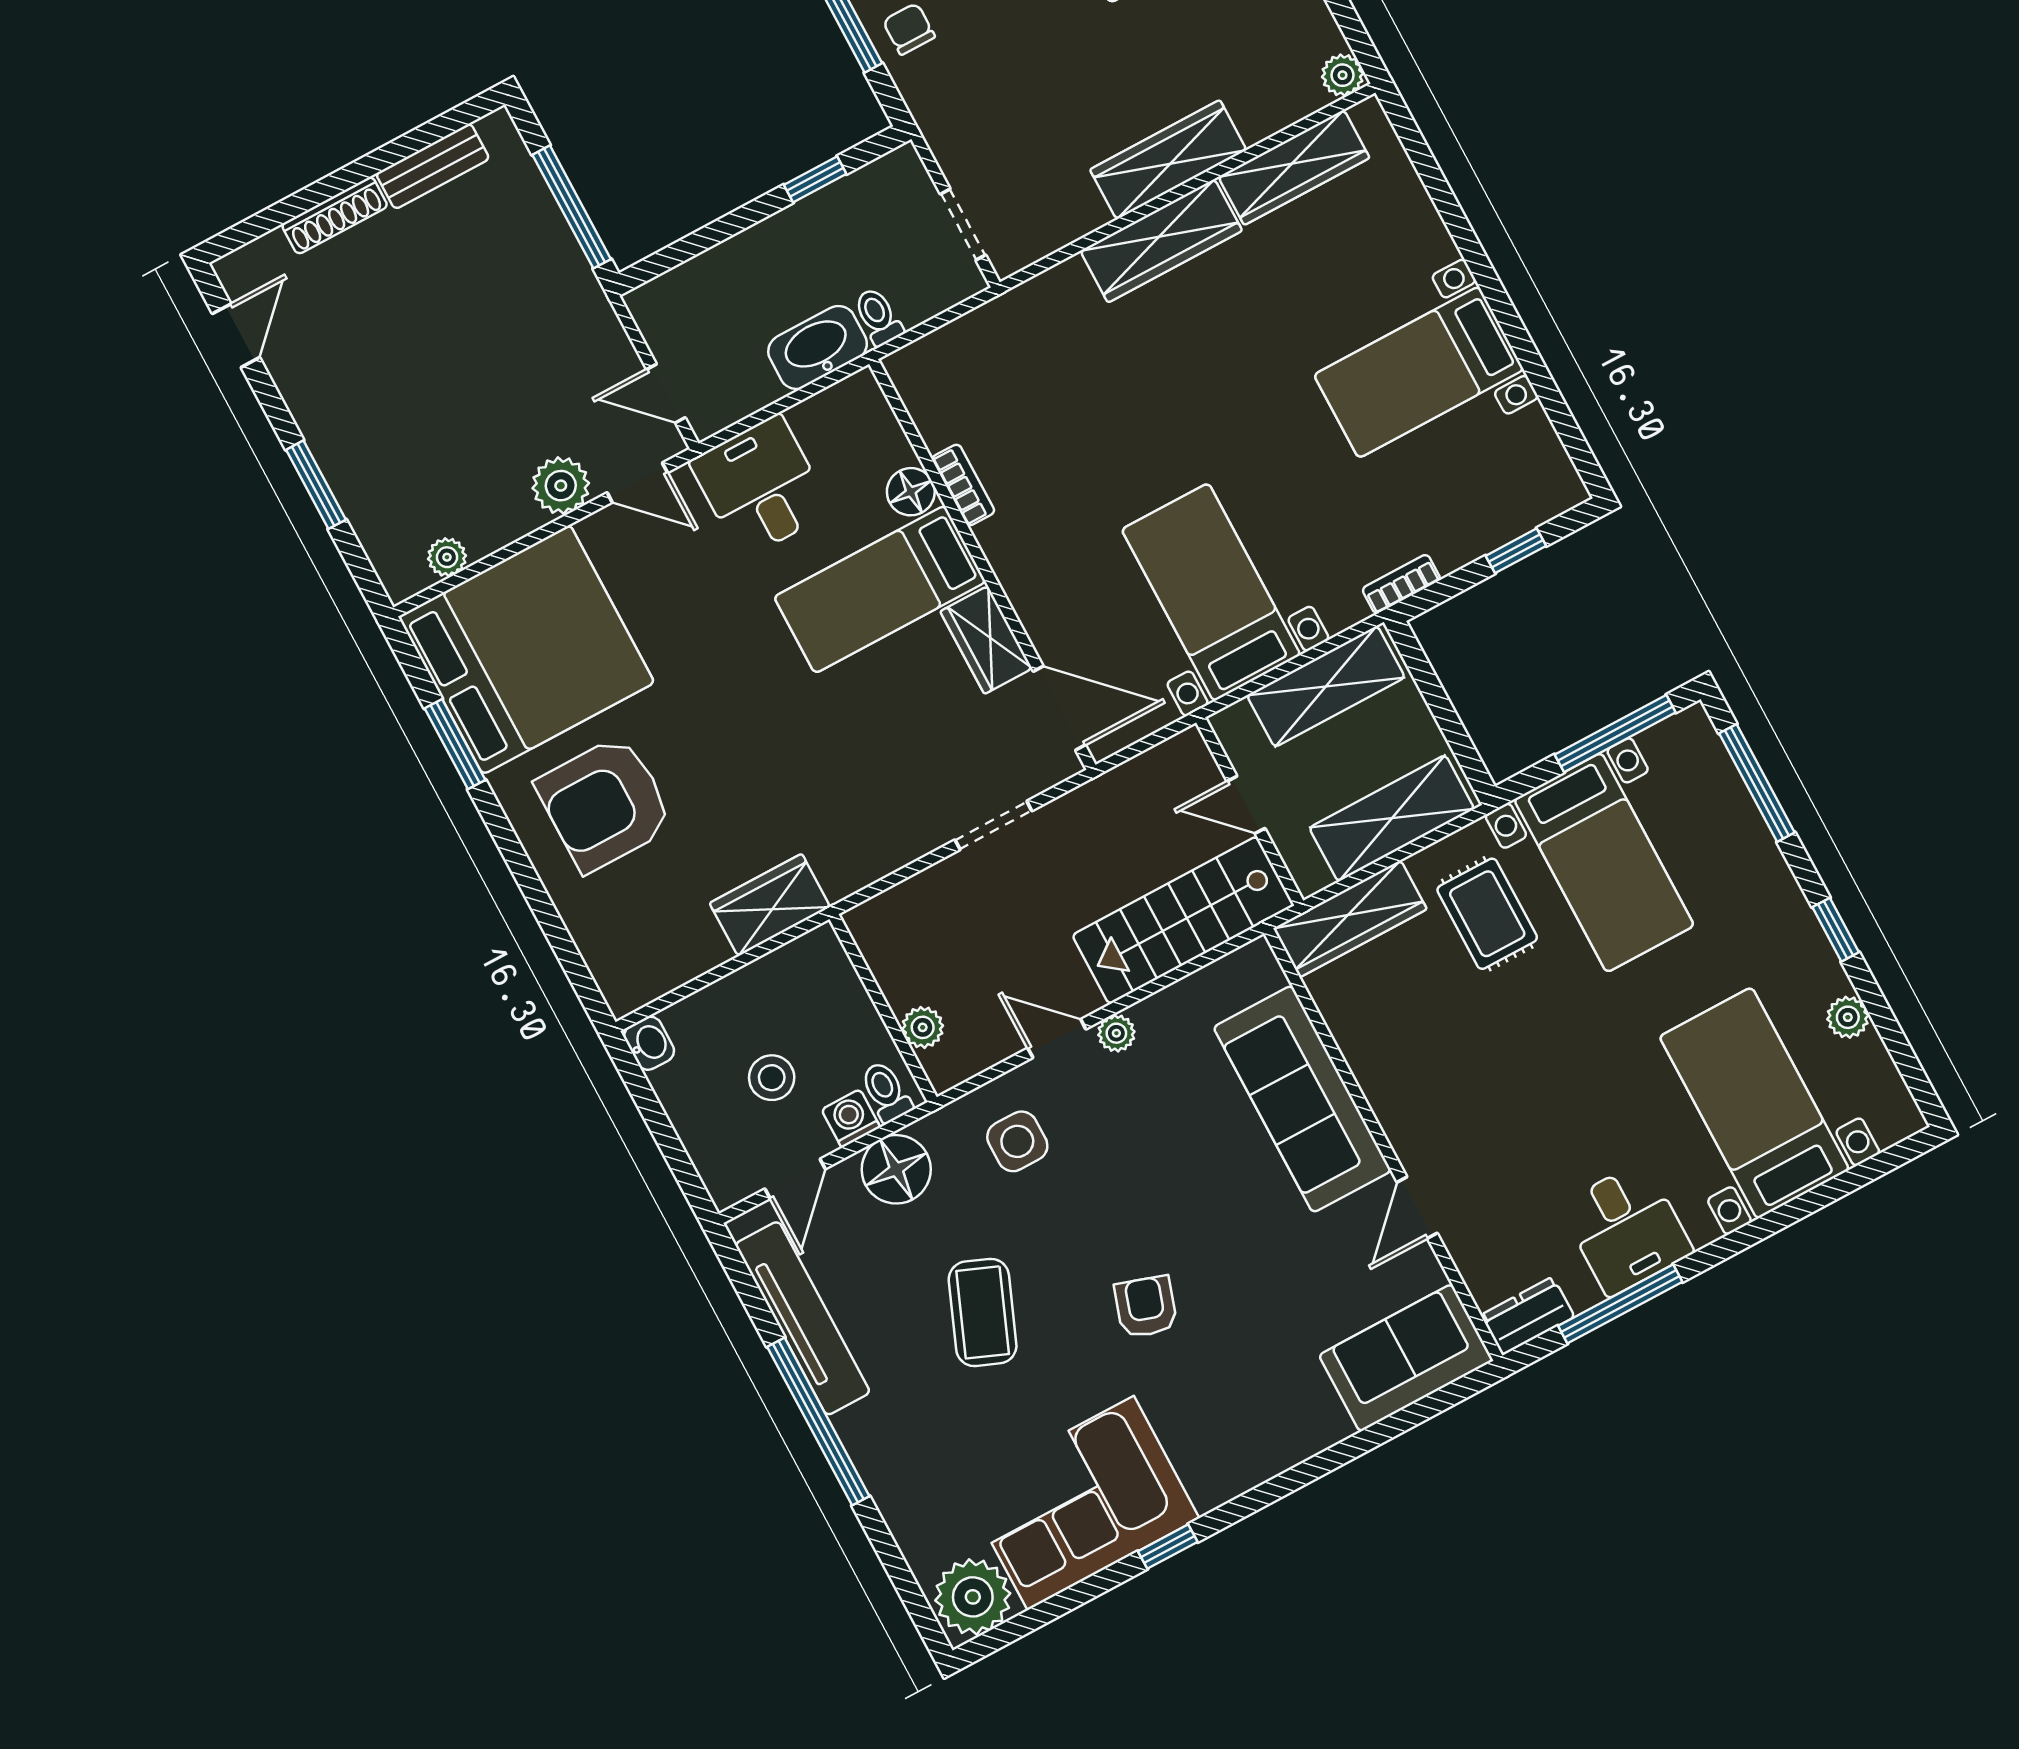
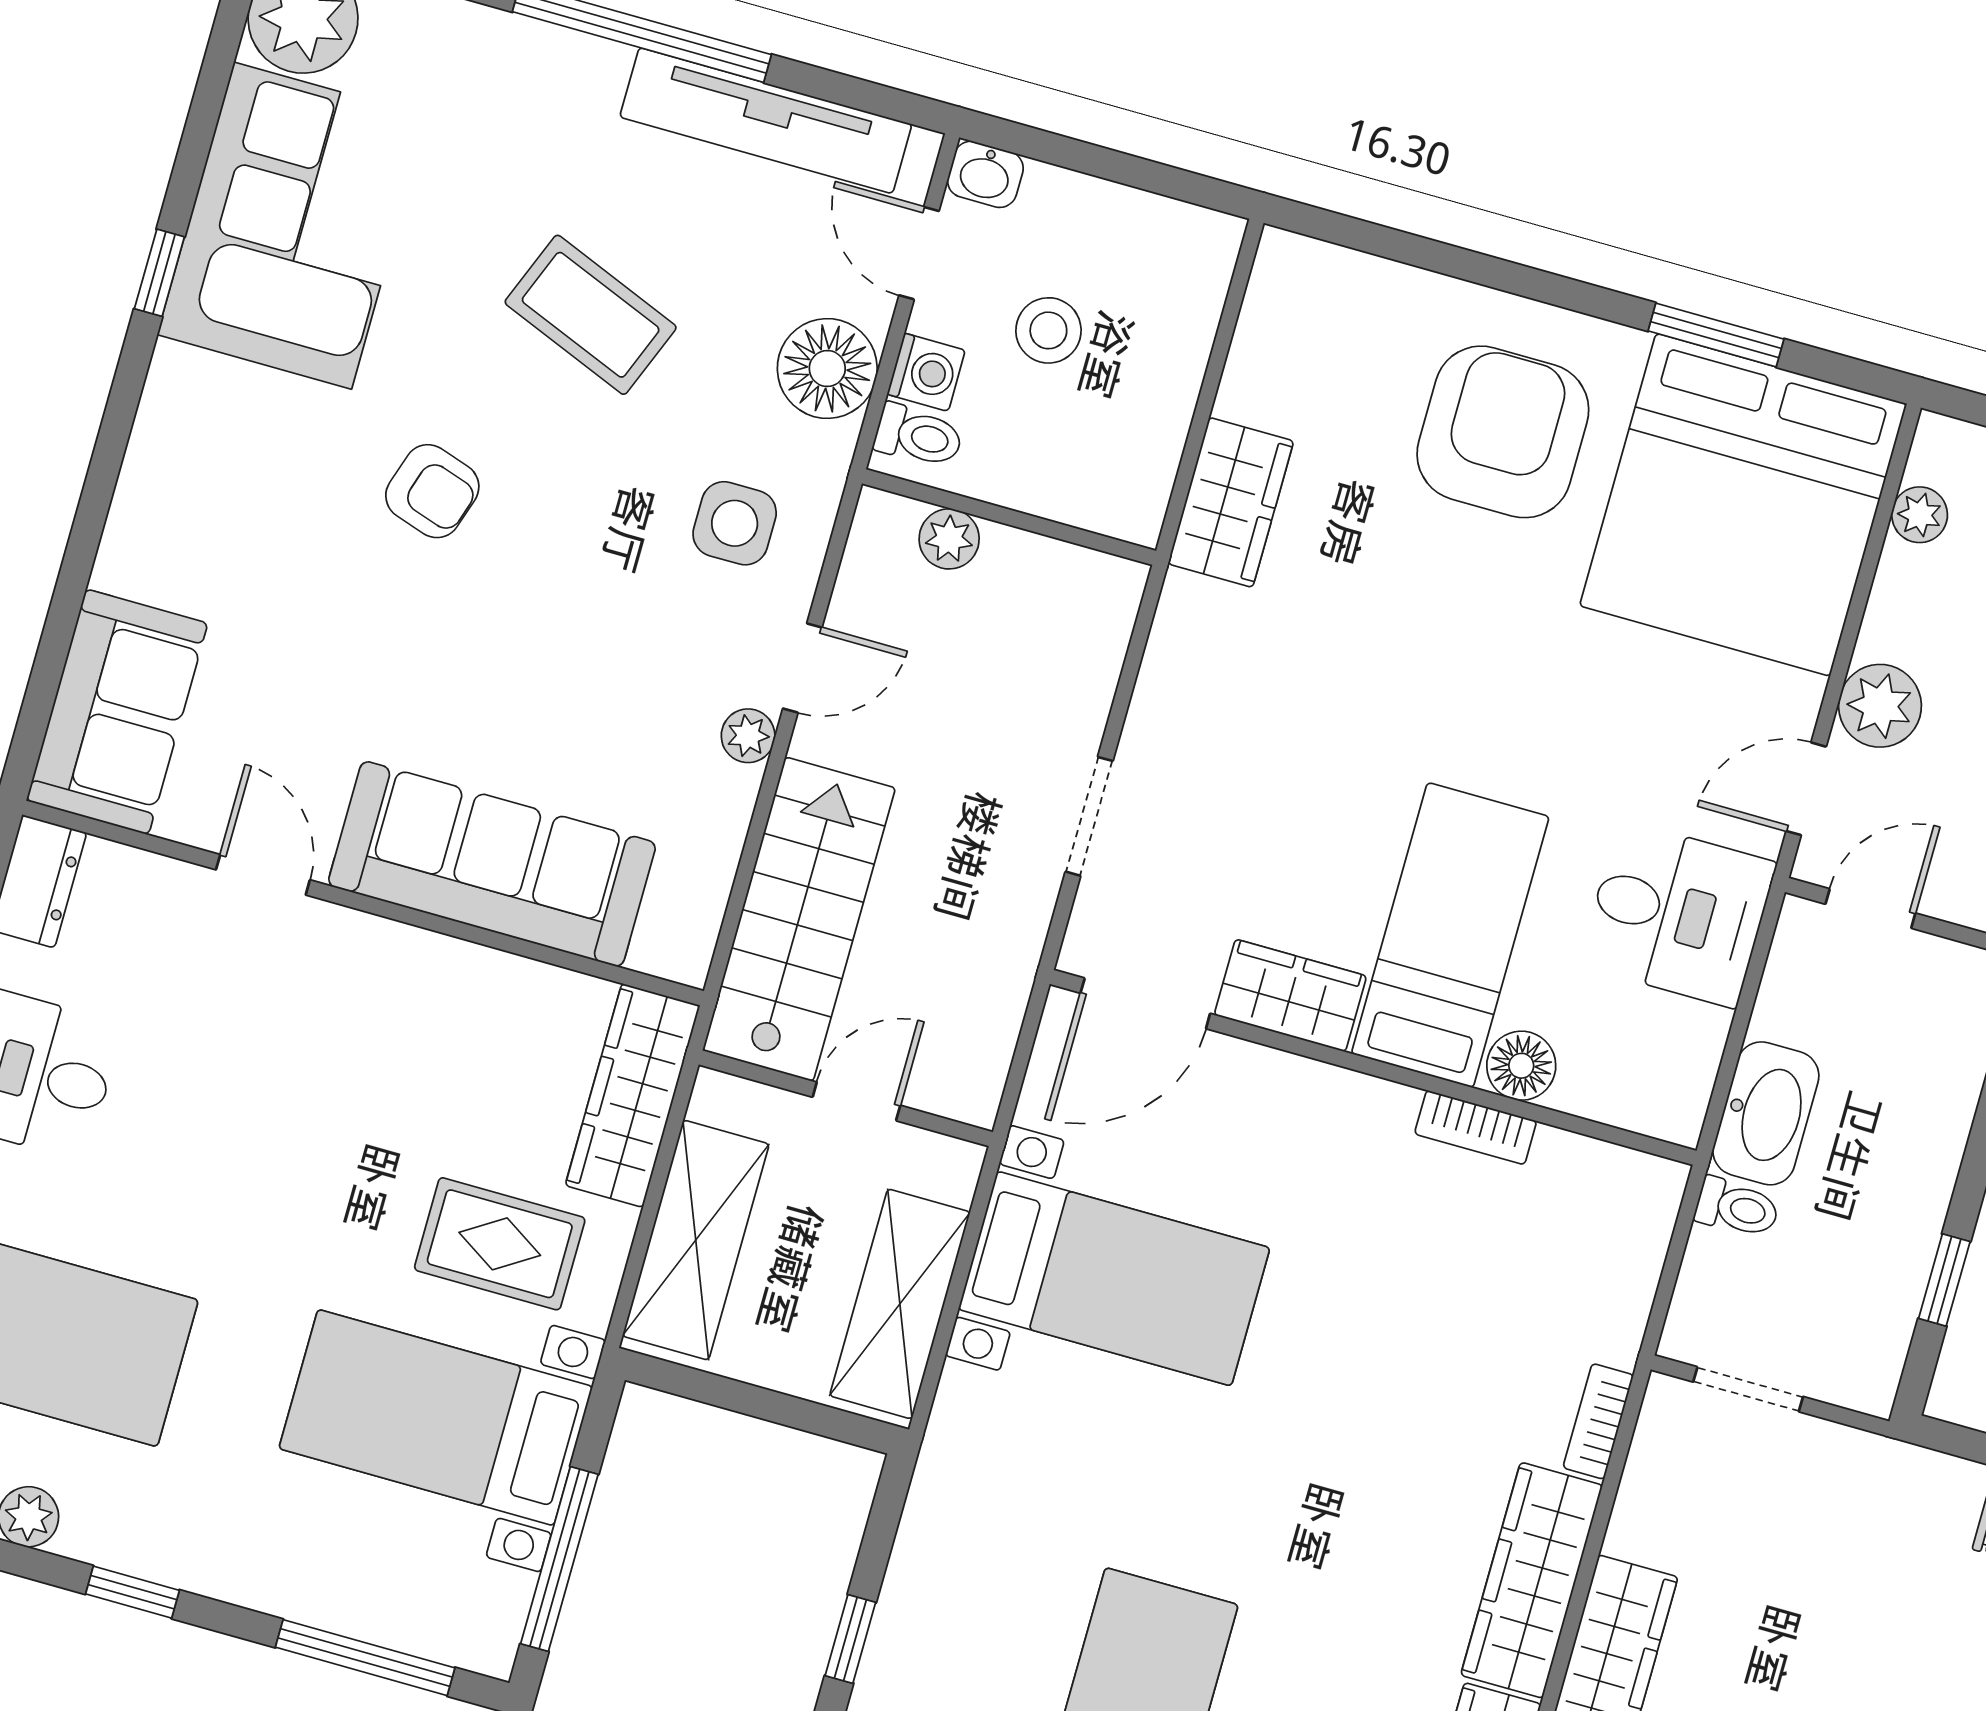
bookcase: (1401, 584) -> (1598, 1421), moved, turned 180
washbasin: (649, 1043) -> (985, 174), moved

